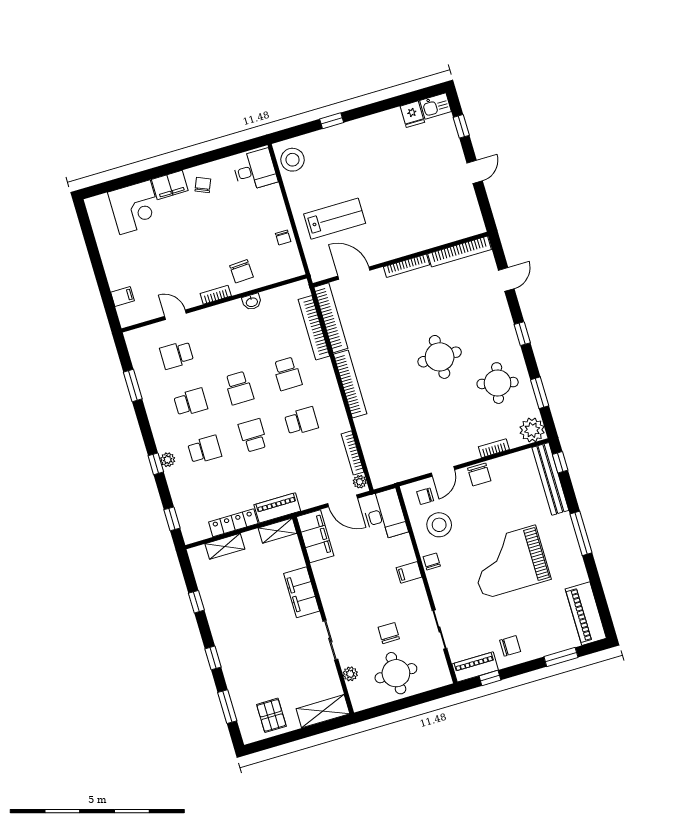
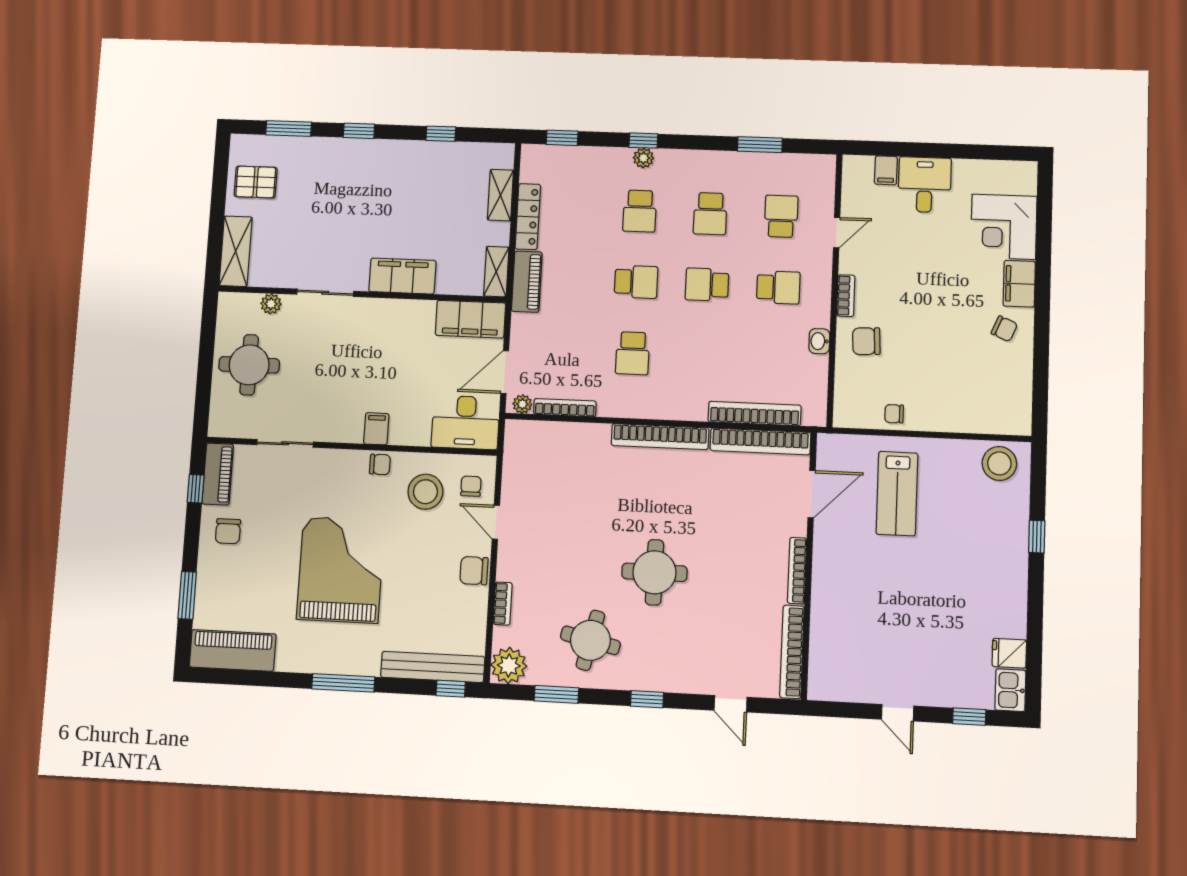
desk: (255, 170) -> (925, 185), moved, turned 180
school desk: (287, 374) -> (778, 287), moved, turned 180
chair: (389, 633) -> (306, 374), removed

